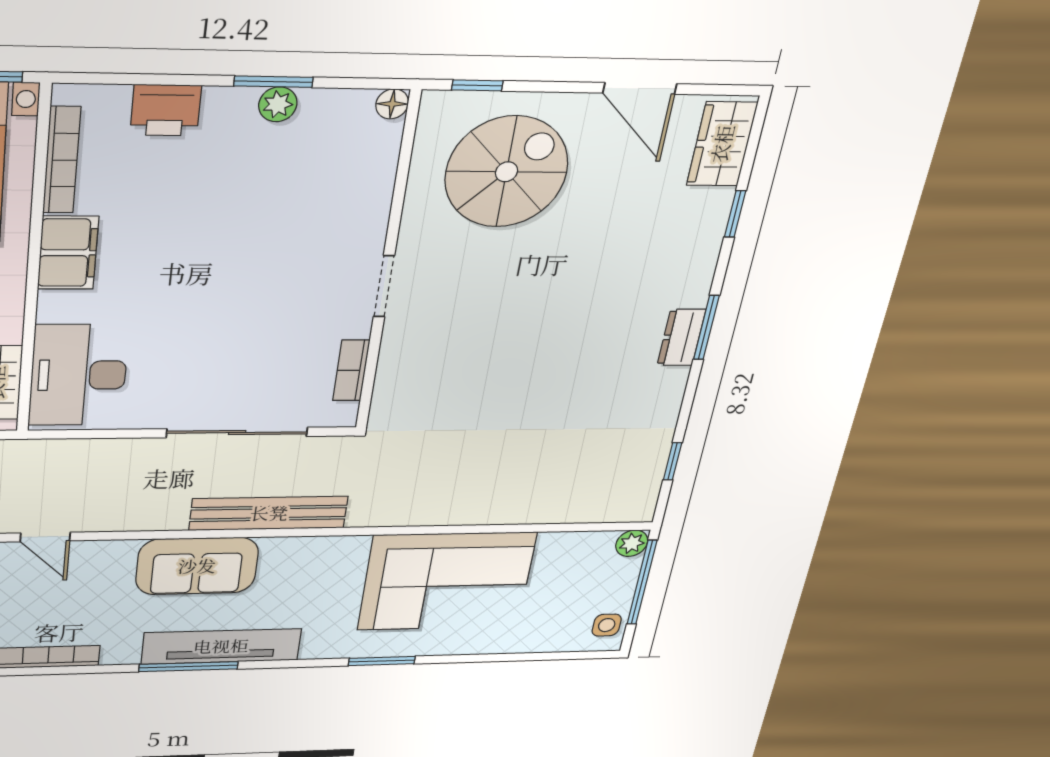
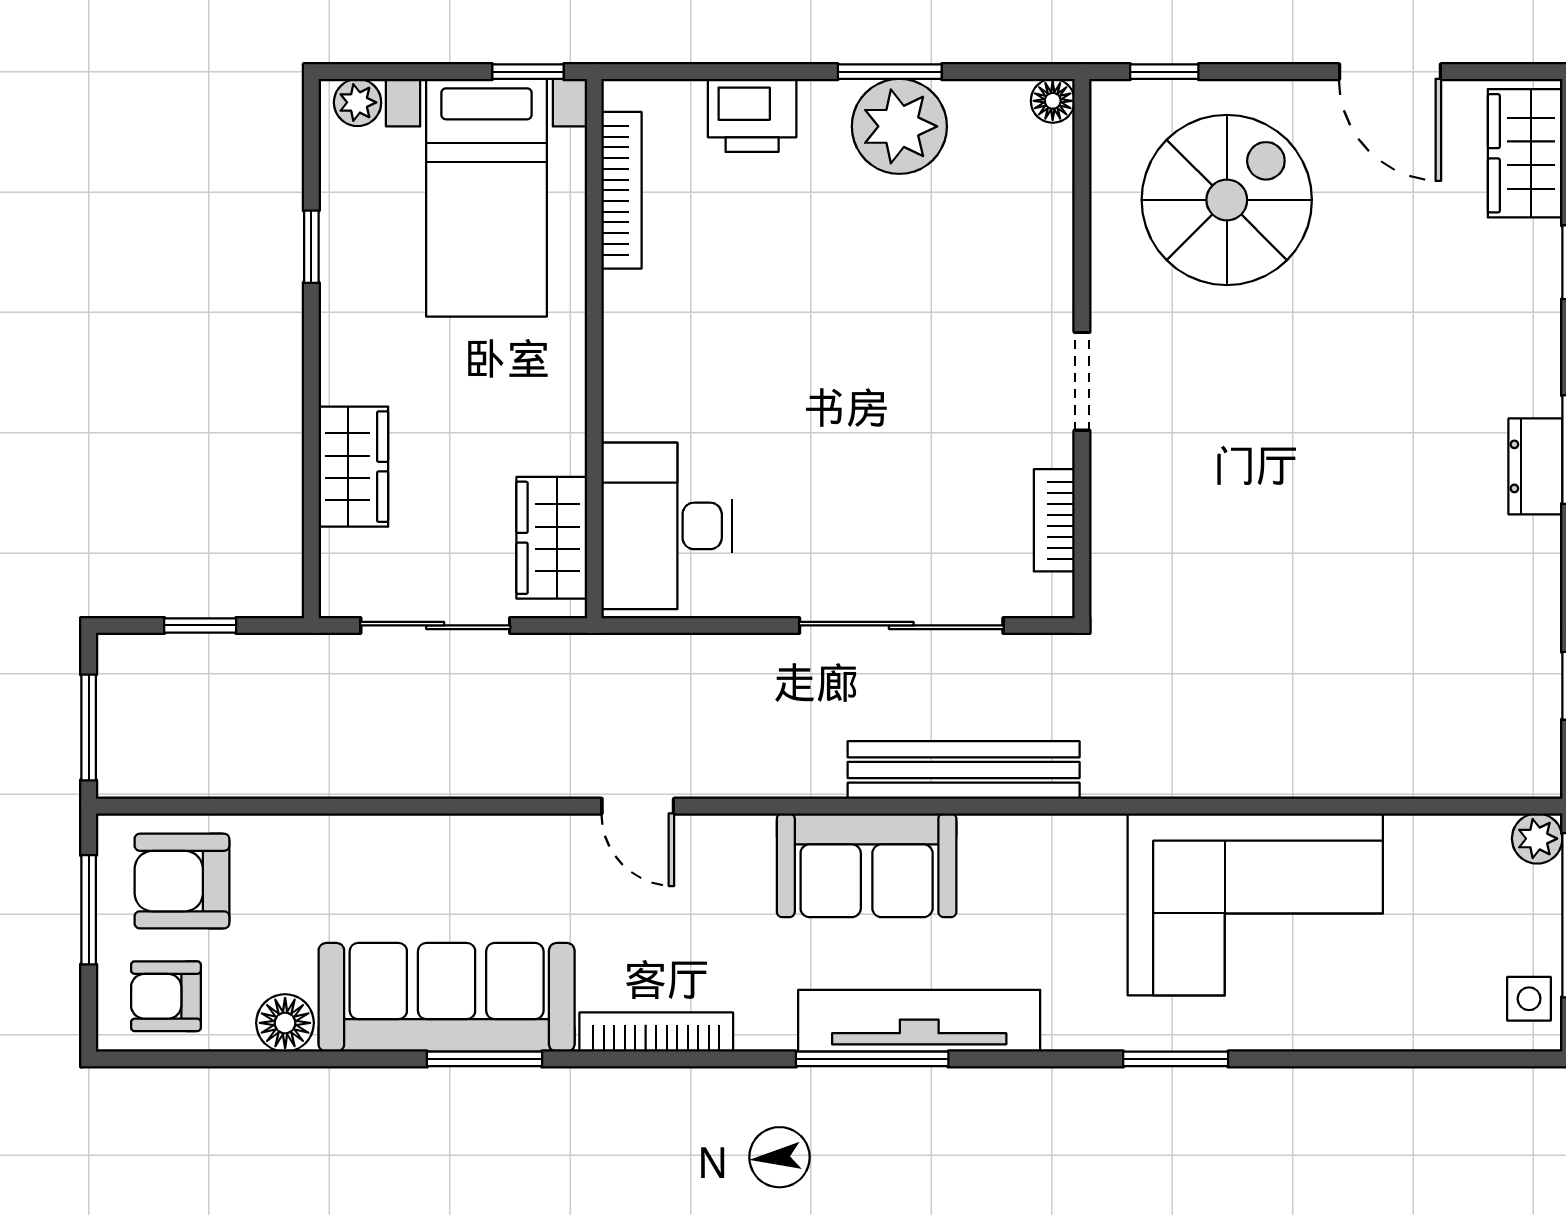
plant: (278, 104) -> (899, 126), width x1.88, depth x1.88
filing cabinet: (68, 253) -> (639, 330), removed

